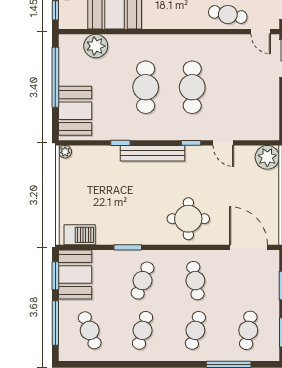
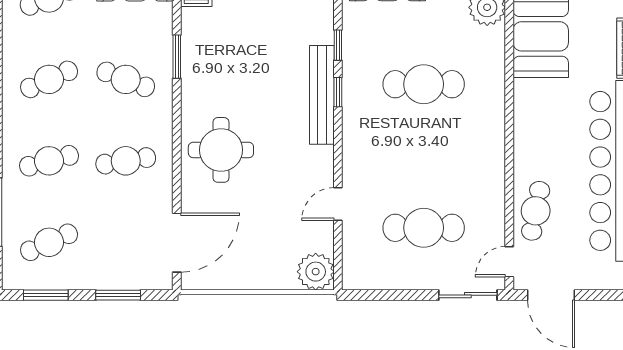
cafe table: (192, 87) -> (424, 228), moved
window: (191, 143) -> (338, 92), moved
cafe table: (143, 330) -> (49, 79), turned -39
cafe table: (195, 330) -> (49, 161), turned -30
cafe table: (248, 330) -> (49, 242), turned -33

